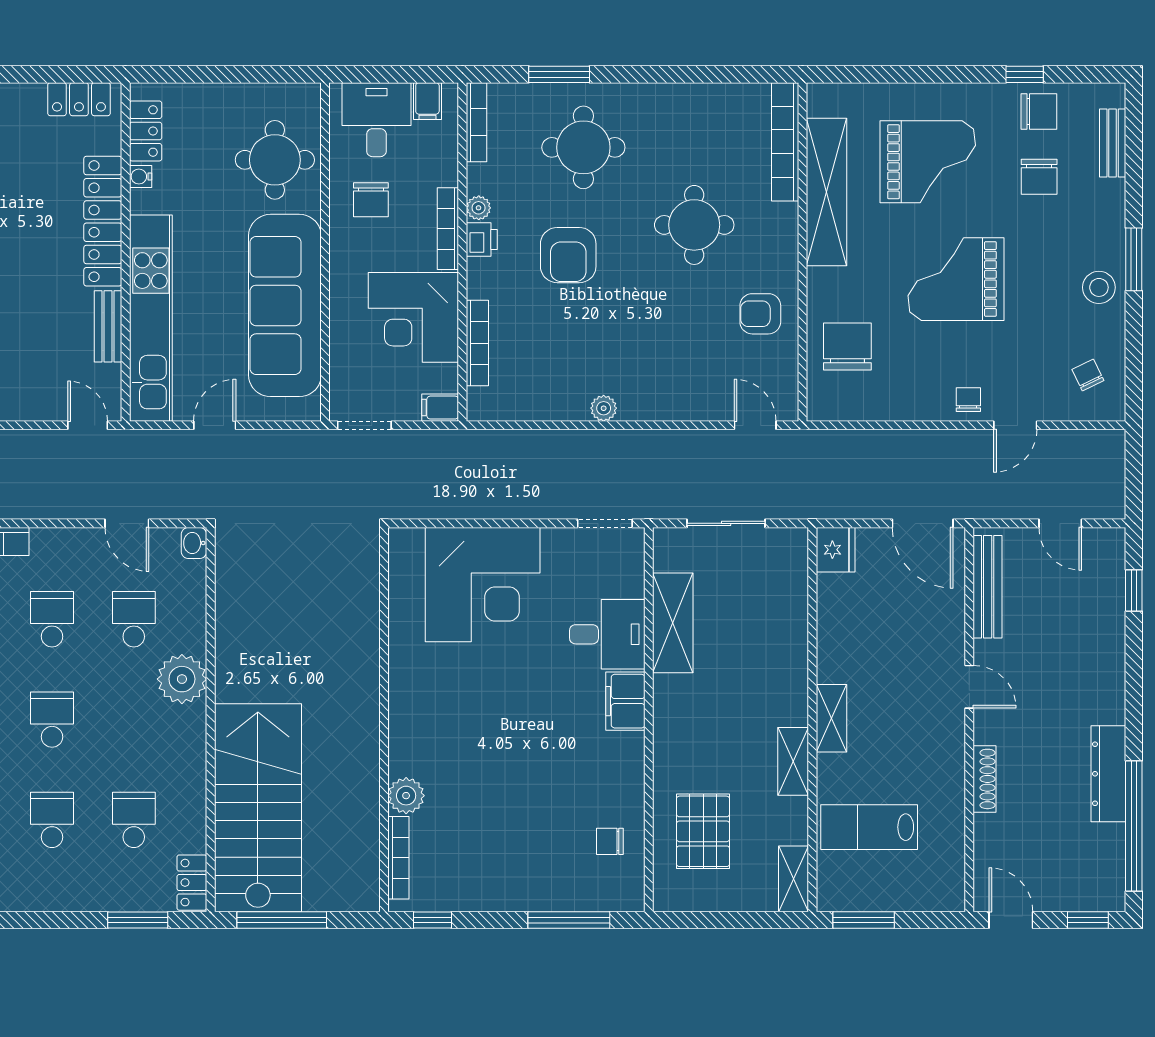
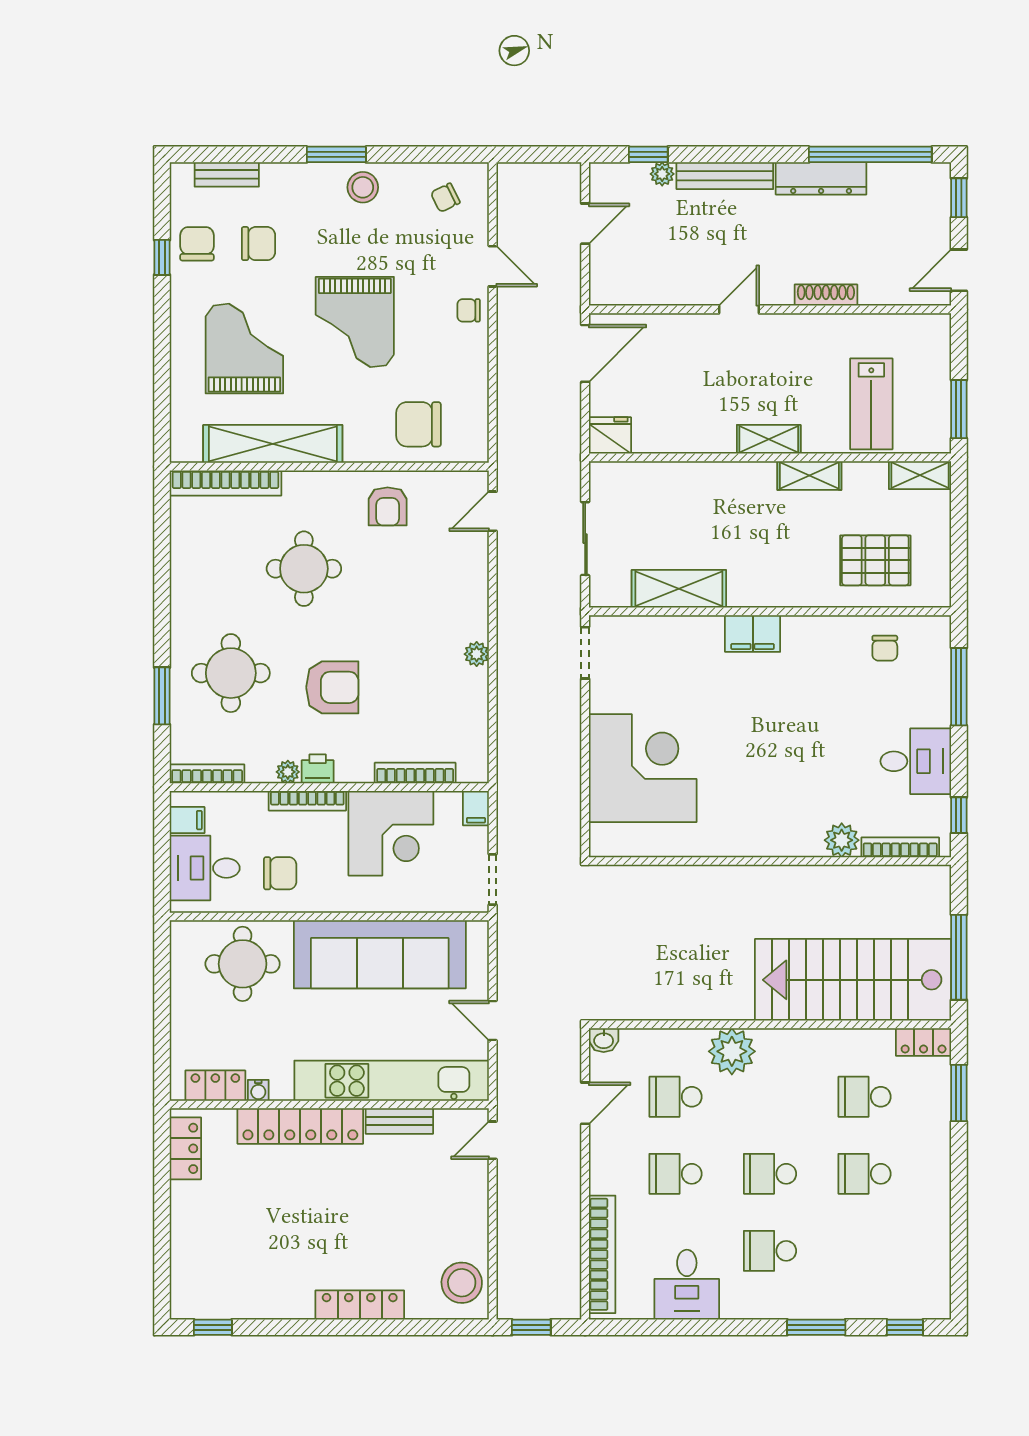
bench: (988, 587) -> (725, 176), moved
plant: (1113, 605) -> (662, 174), added
desk: (607, 634) -> (916, 761), moved, turned 90

